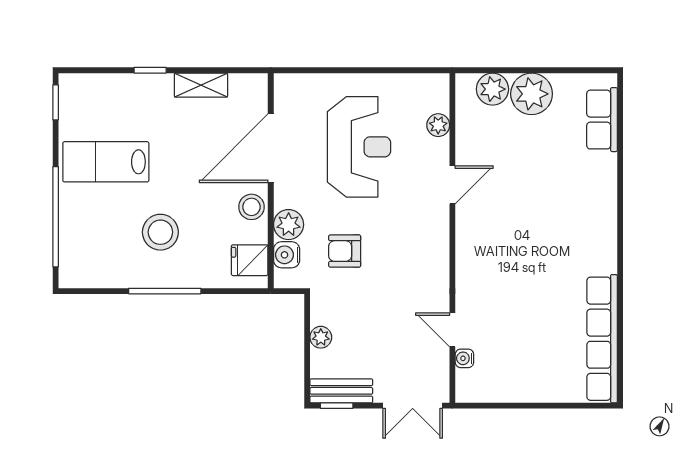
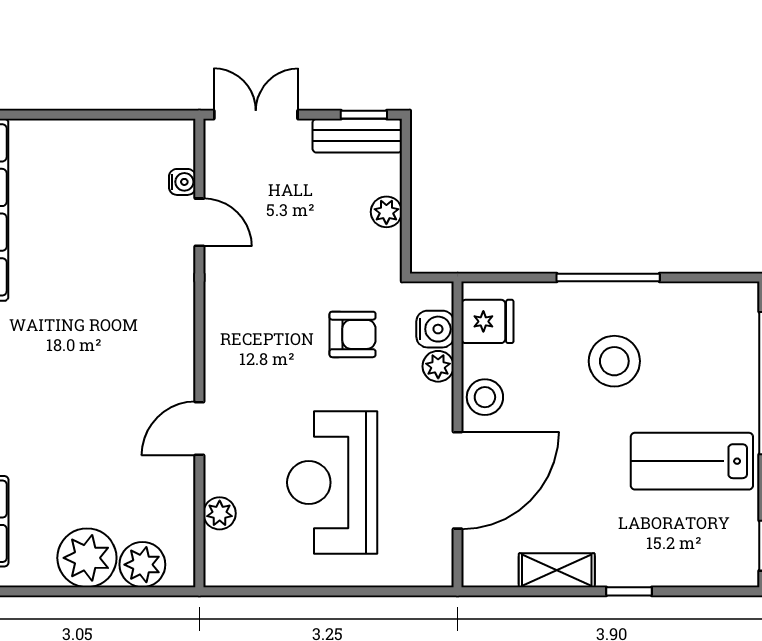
lab bench: (106, 162) -> (692, 461), turned 180
plant: (289, 225) -> (438, 366), width x0.73, depth x0.73

